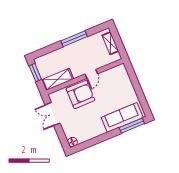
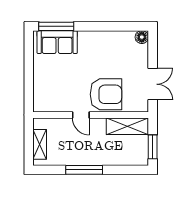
door: (91, 74) -> (81, 115), swing flipped
armchair: (80, 94) -> (106, 94), turned 180
sofa: (122, 117) -> (57, 42), width x0.73

